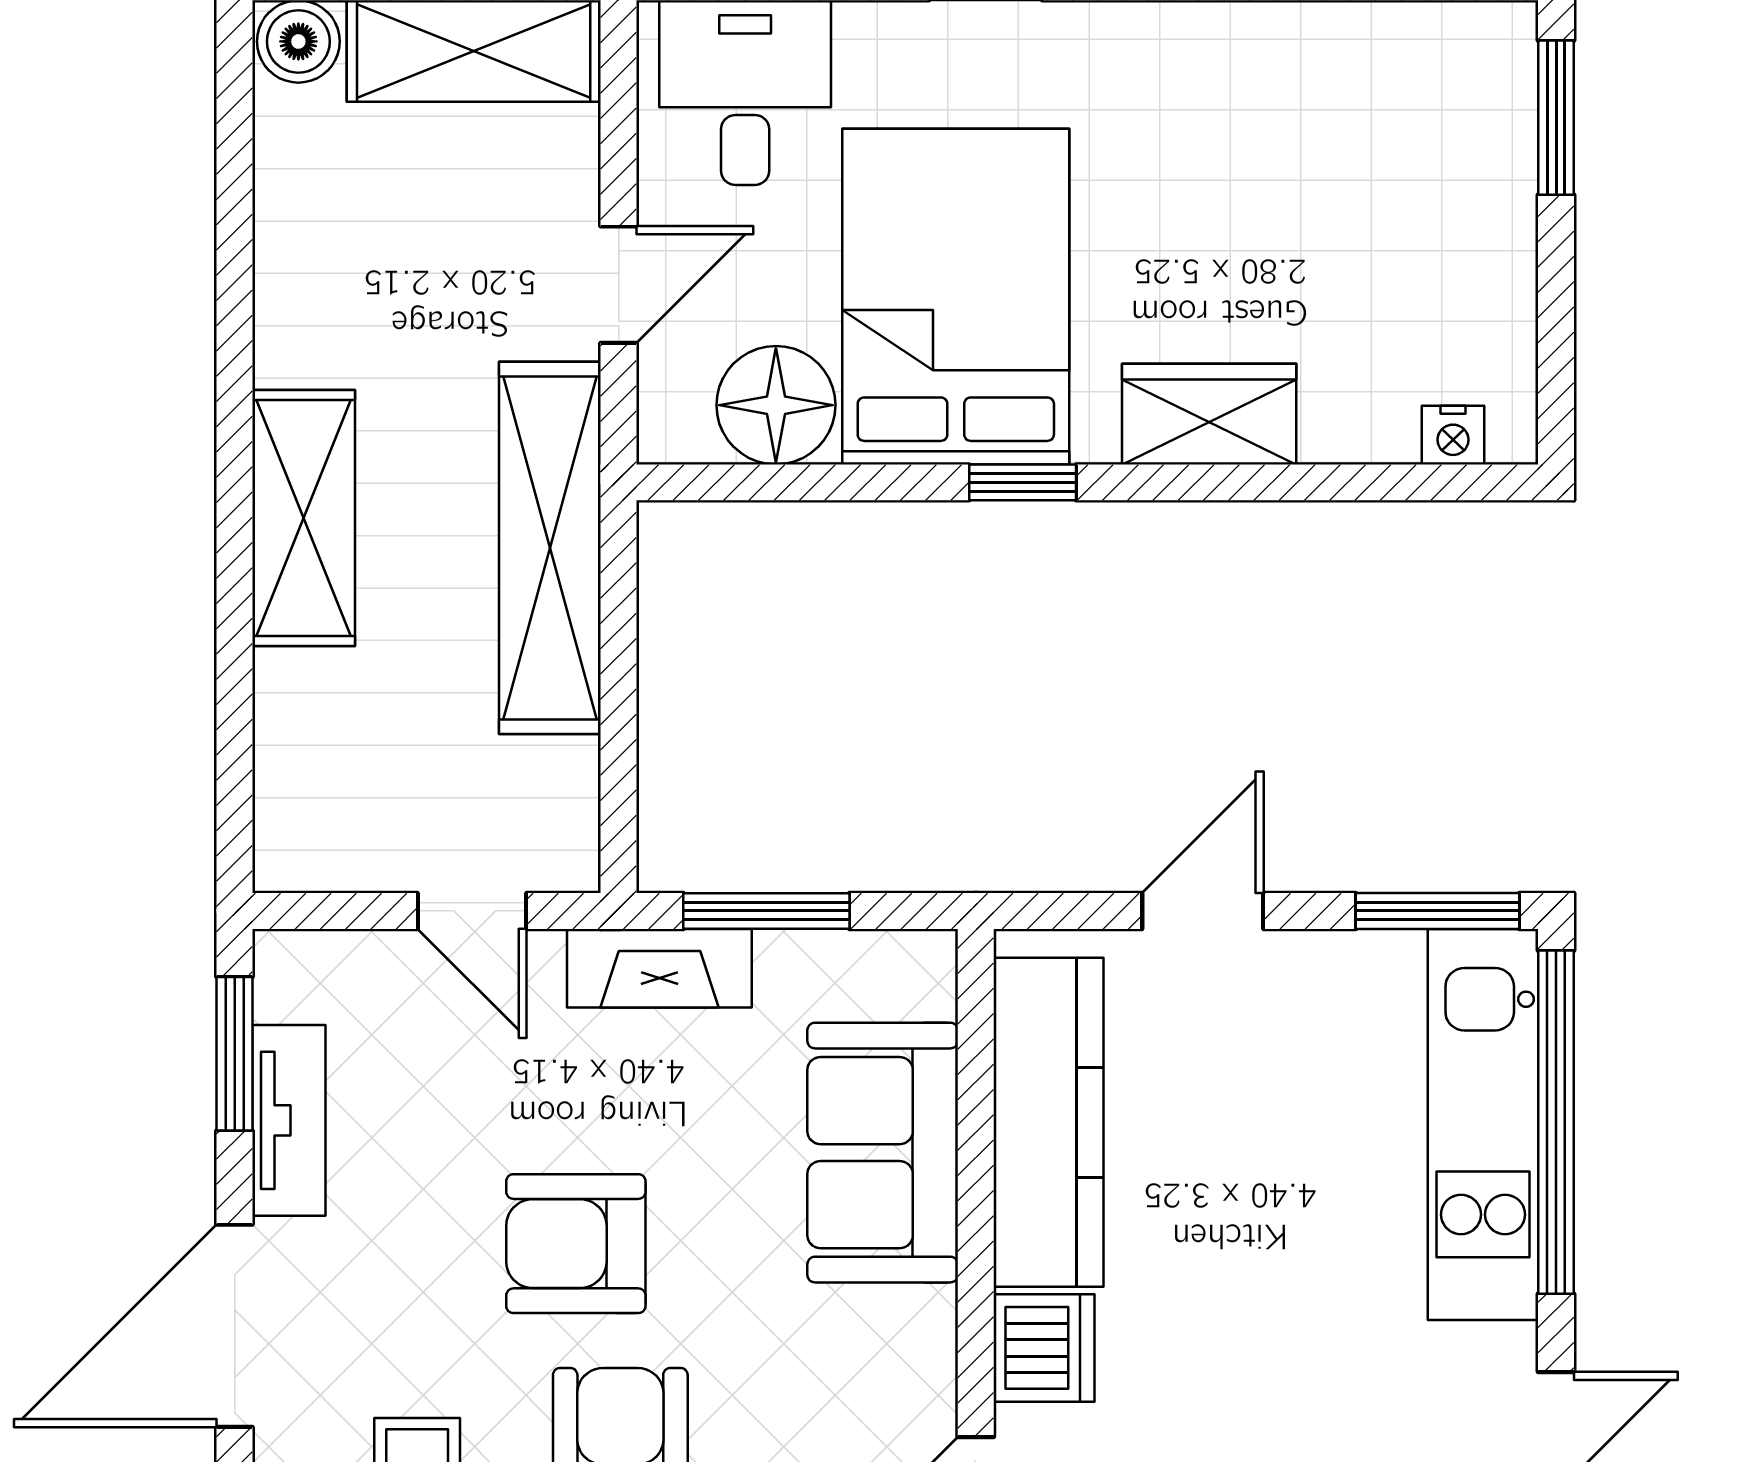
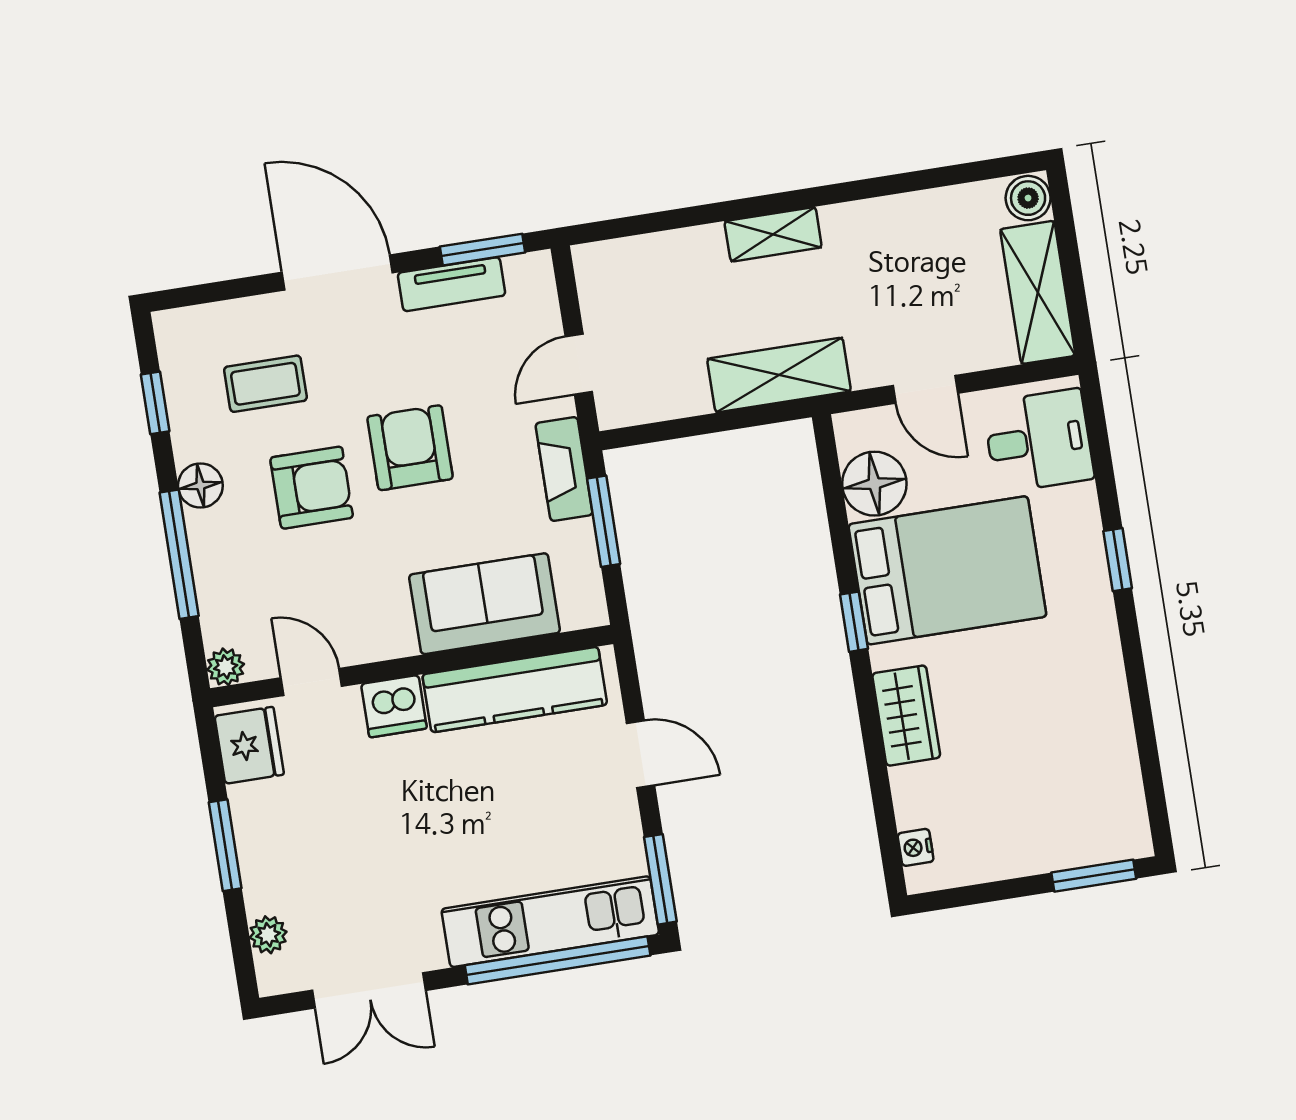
shelving: (304, 518) -> (773, 234), width x0.67, depth x0.75
shelving: (550, 548) -> (779, 375), width x0.68

